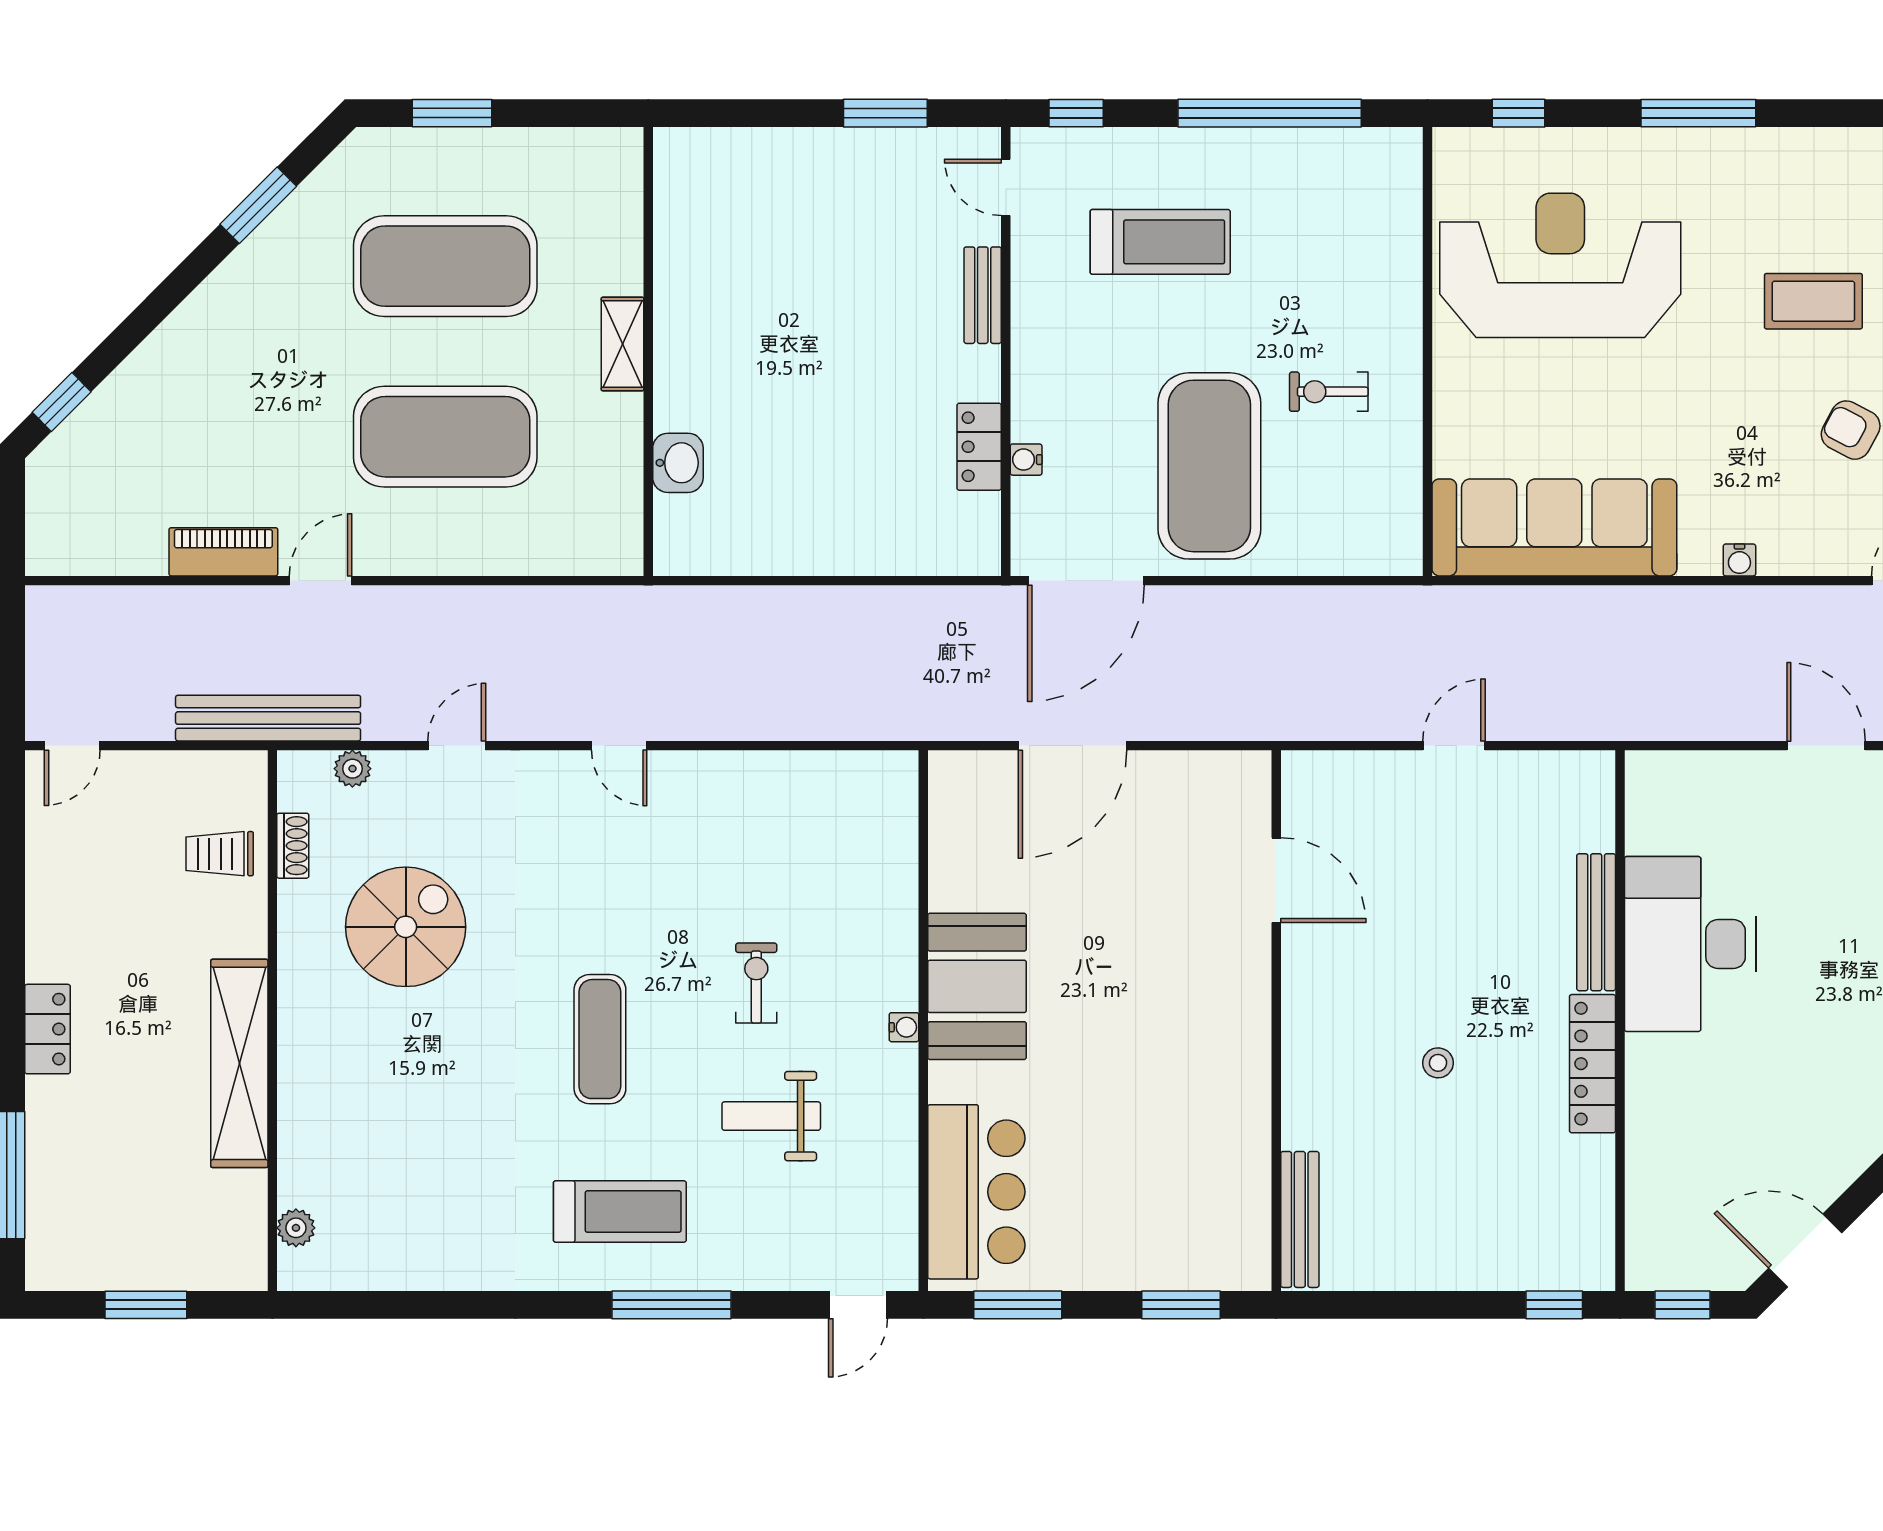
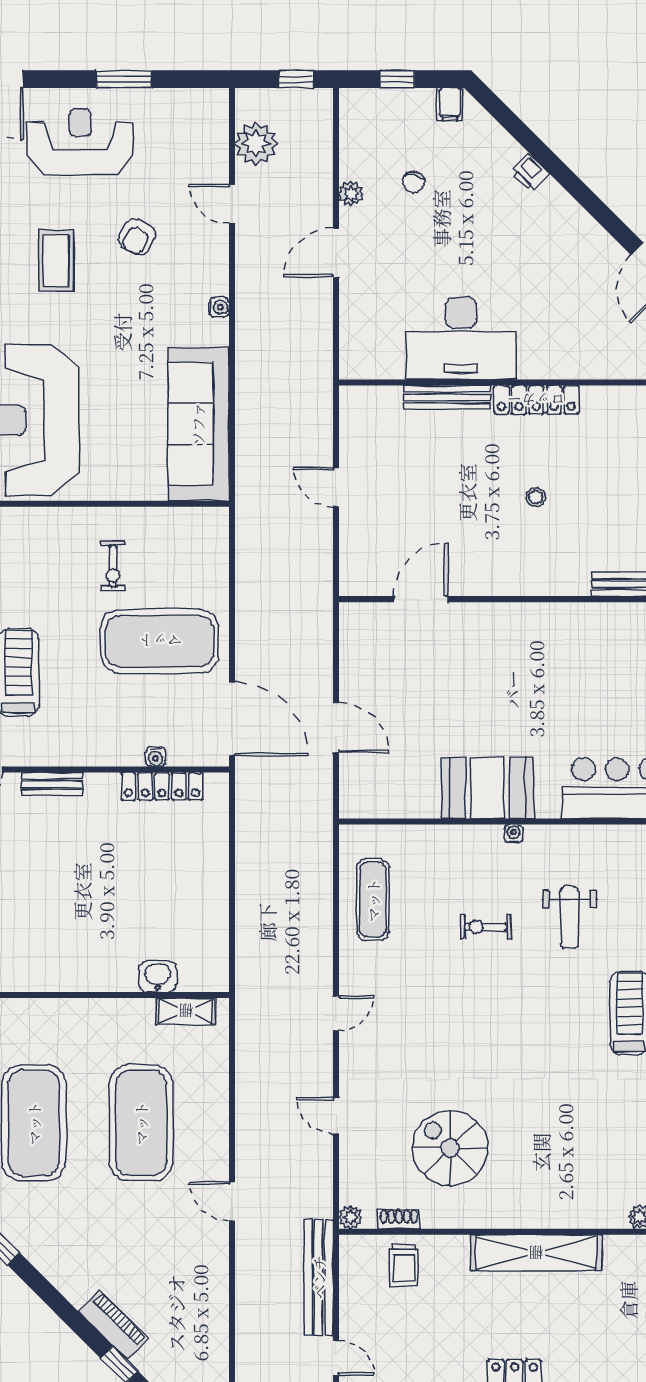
shelving: (623, 344) -> (186, 1011), moved
locker: (979, 447) -> (162, 786), width x1.53
piano: (223, 552) -> (114, 1325), moved, turned 135
bench: (268, 718) -> (319, 1277), moved
door: (1072, 746) -> (336, 728), width x0.73
plant: (352, 769) -> (350, 1217), moved
exercise mat: (600, 1039) -> (373, 900), moved, turned 90

